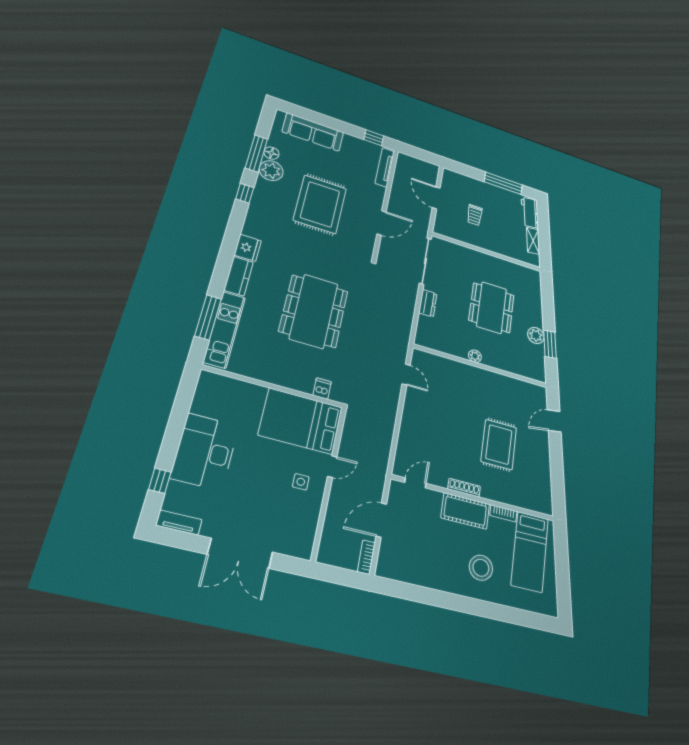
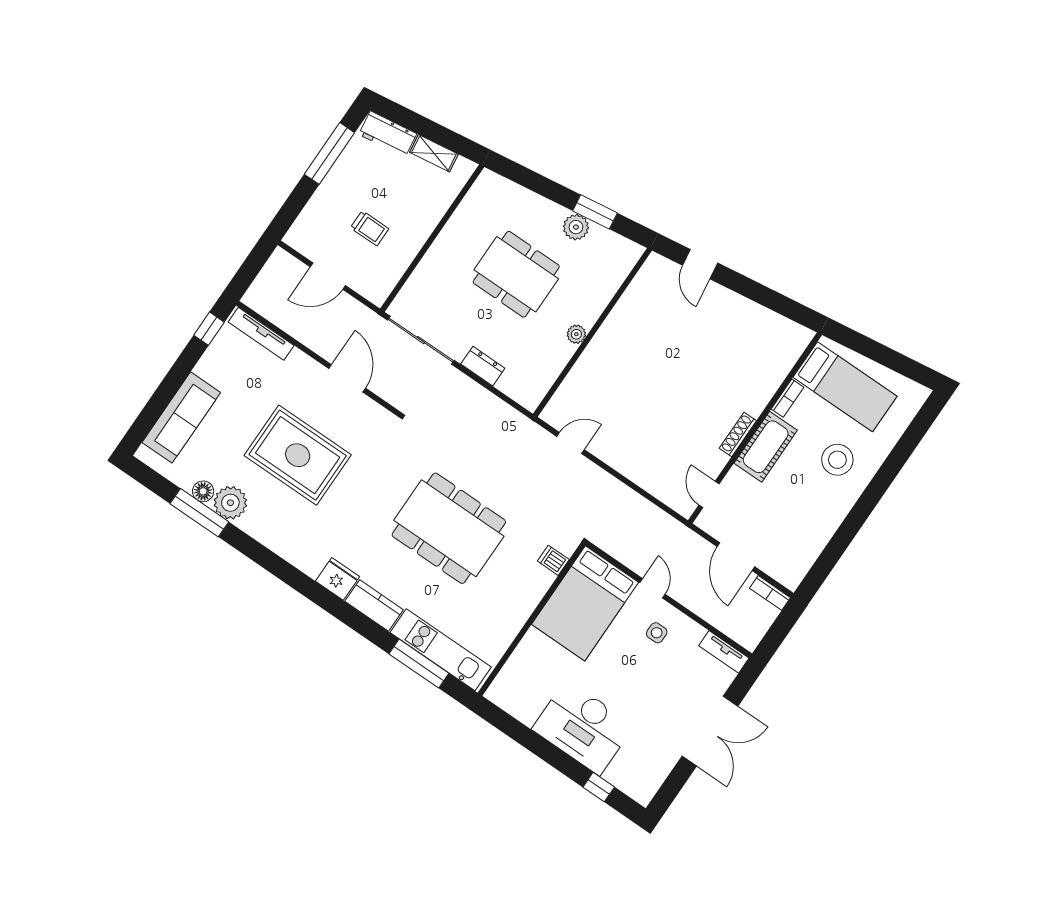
window: (245, 193) -> (257, 552), removed
rug: (499, 444) -> (702, 360), removed
tv unit: (179, 522) -> (724, 652), moved, turned -90

